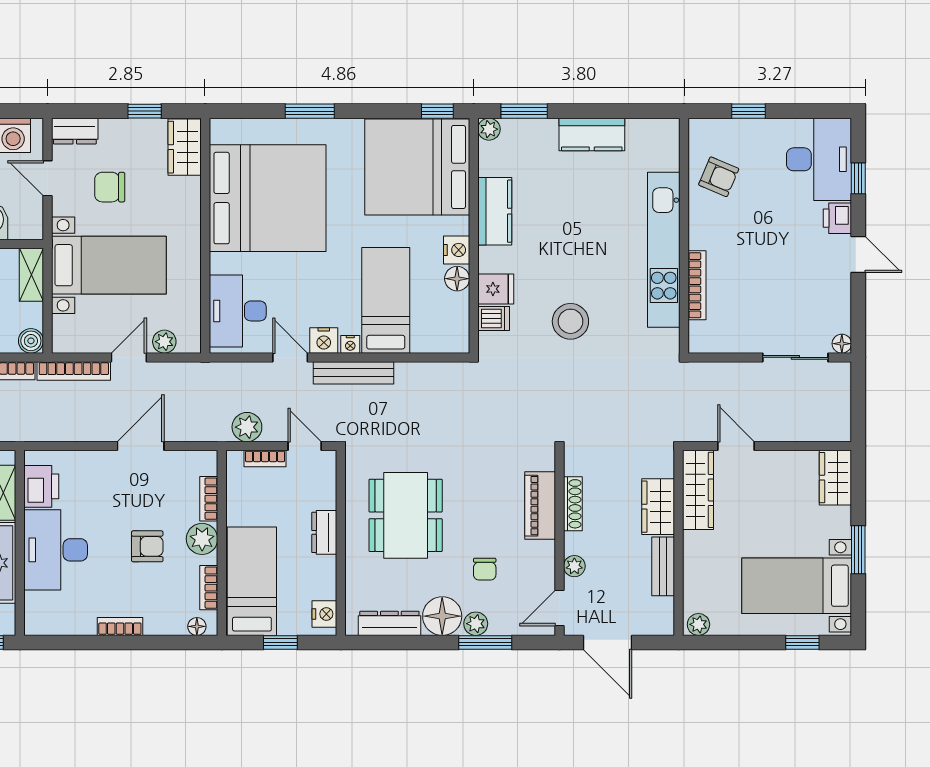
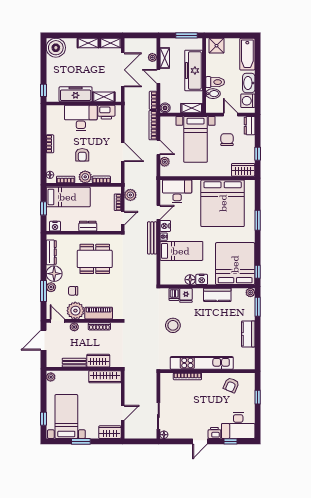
door: (48, 178) -> (231, 115), hinge flipped
door: (736, 446) -> (123, 413), moved
plant: (534, 563) -> (75, 311), added

